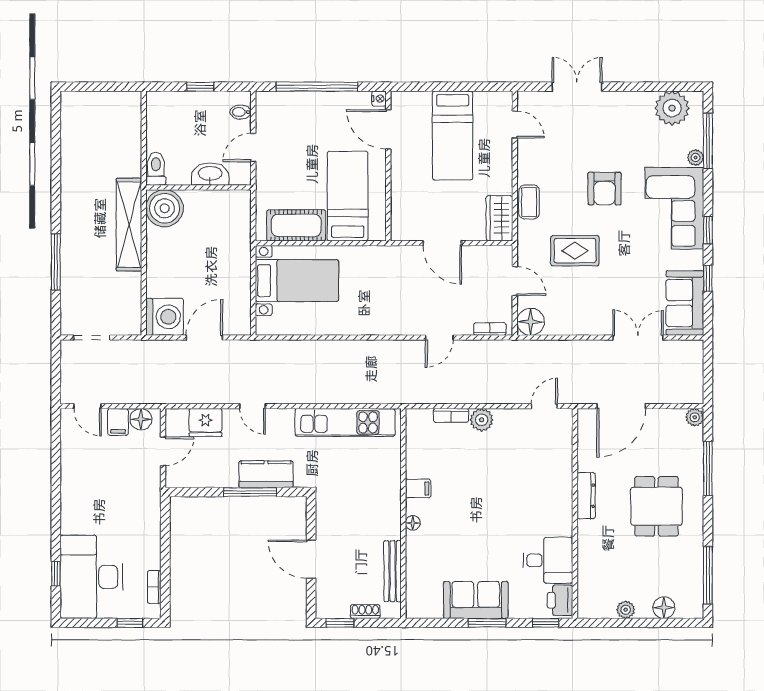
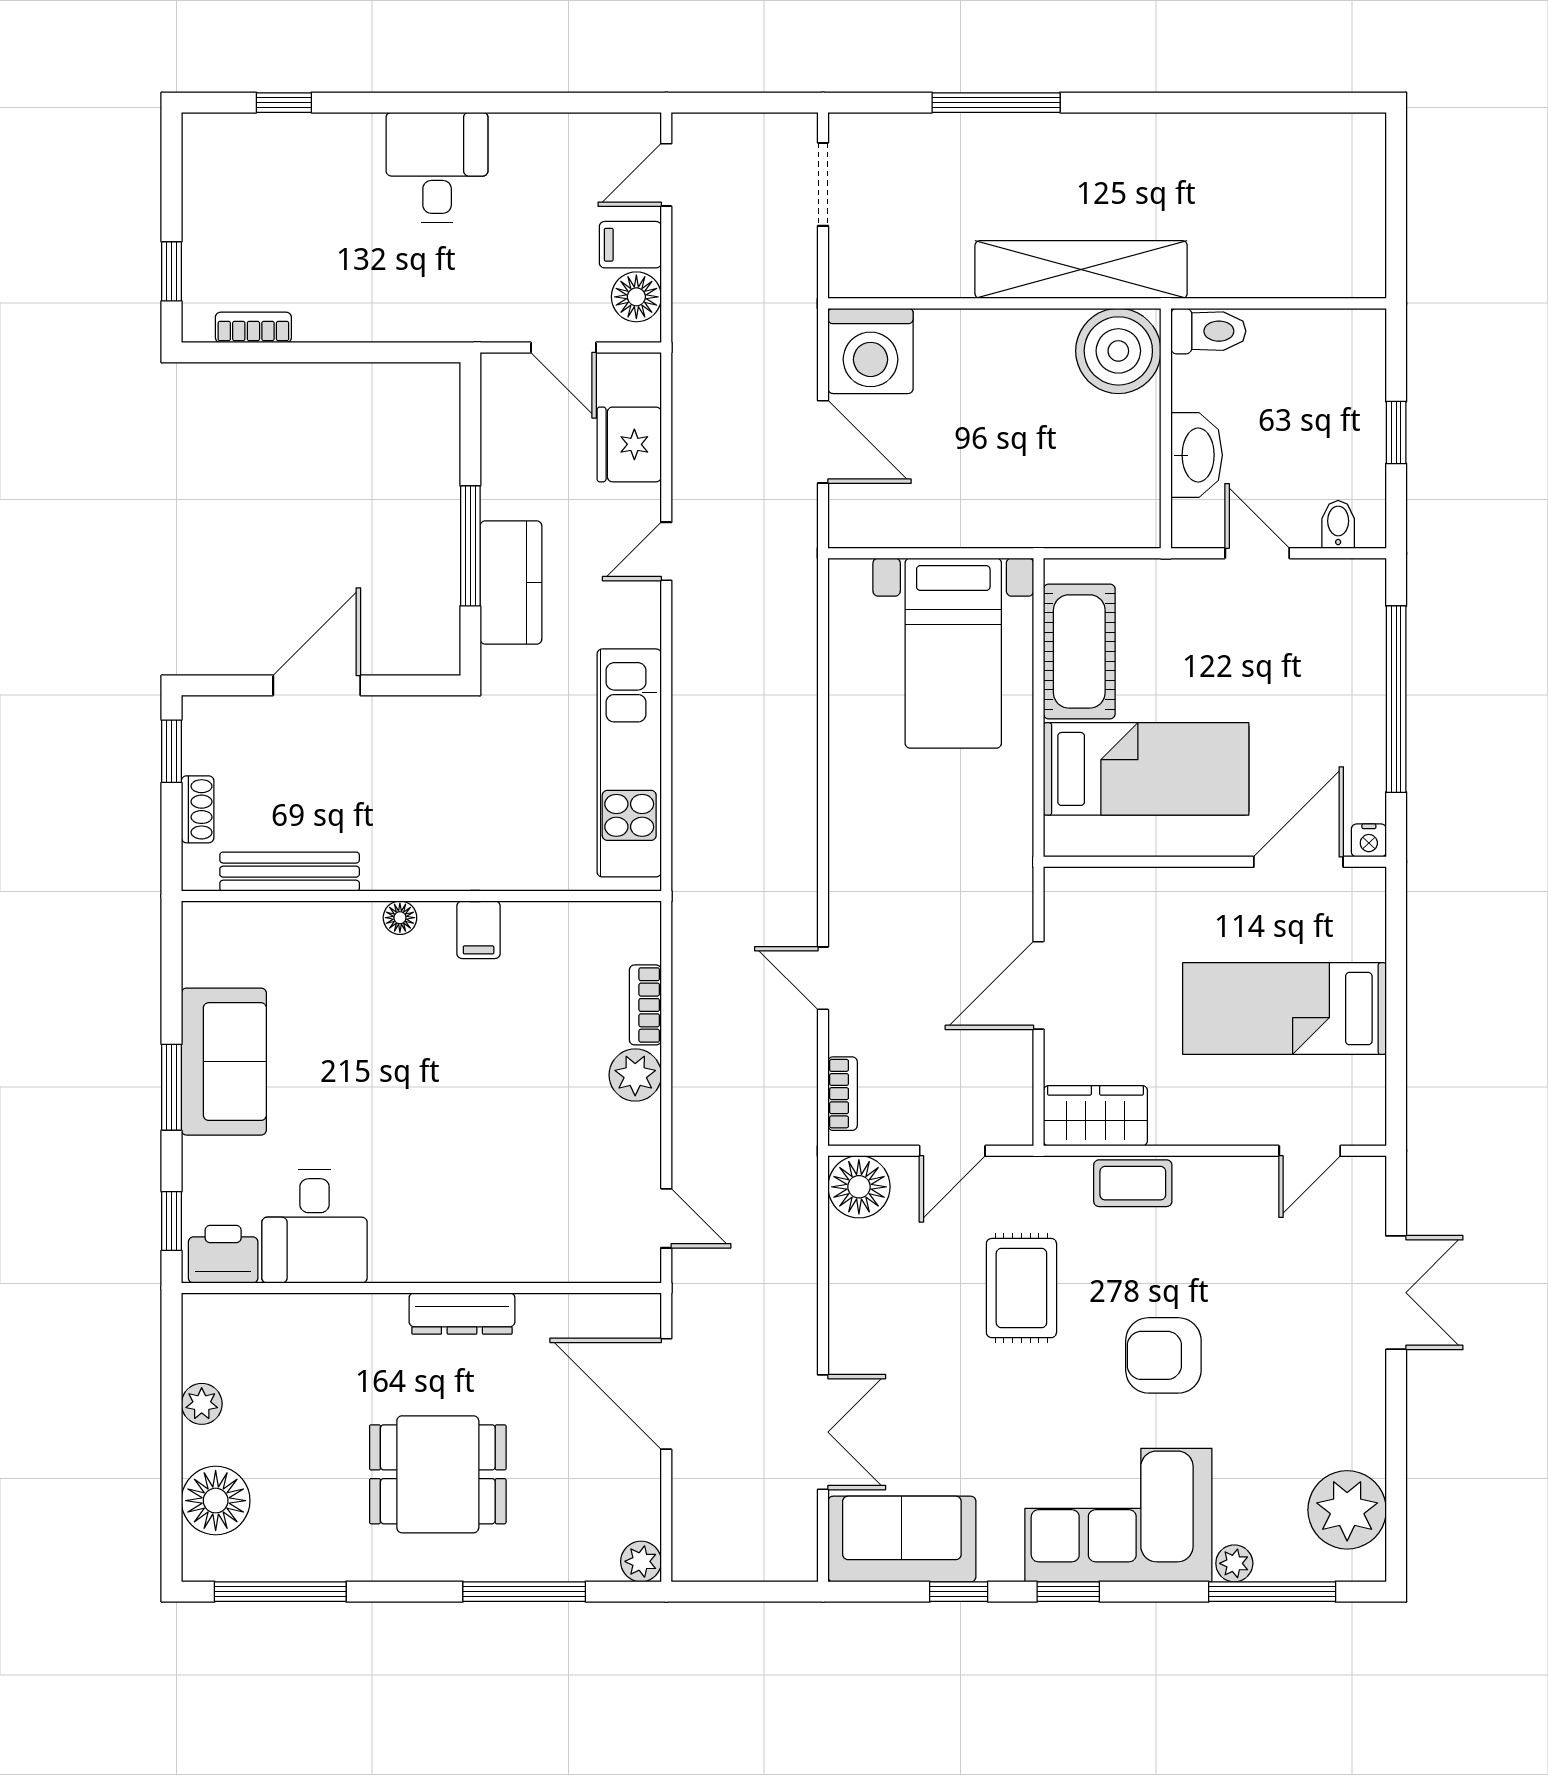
desk: (91, 577) -> (437, 167), moved, width x0.53, depth x0.77
floor lamp: (664, 608) -> (216, 1501), width x1.38, depth x1.38

